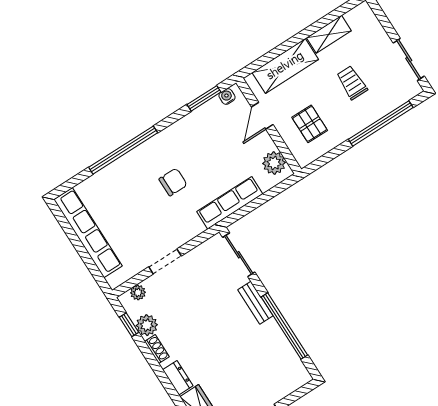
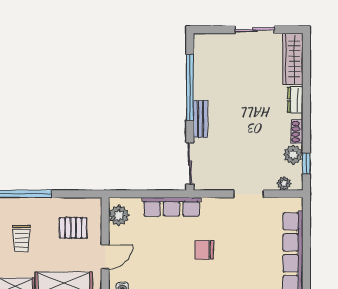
pallet: (310, 124) -> (73, 228), turned 90

